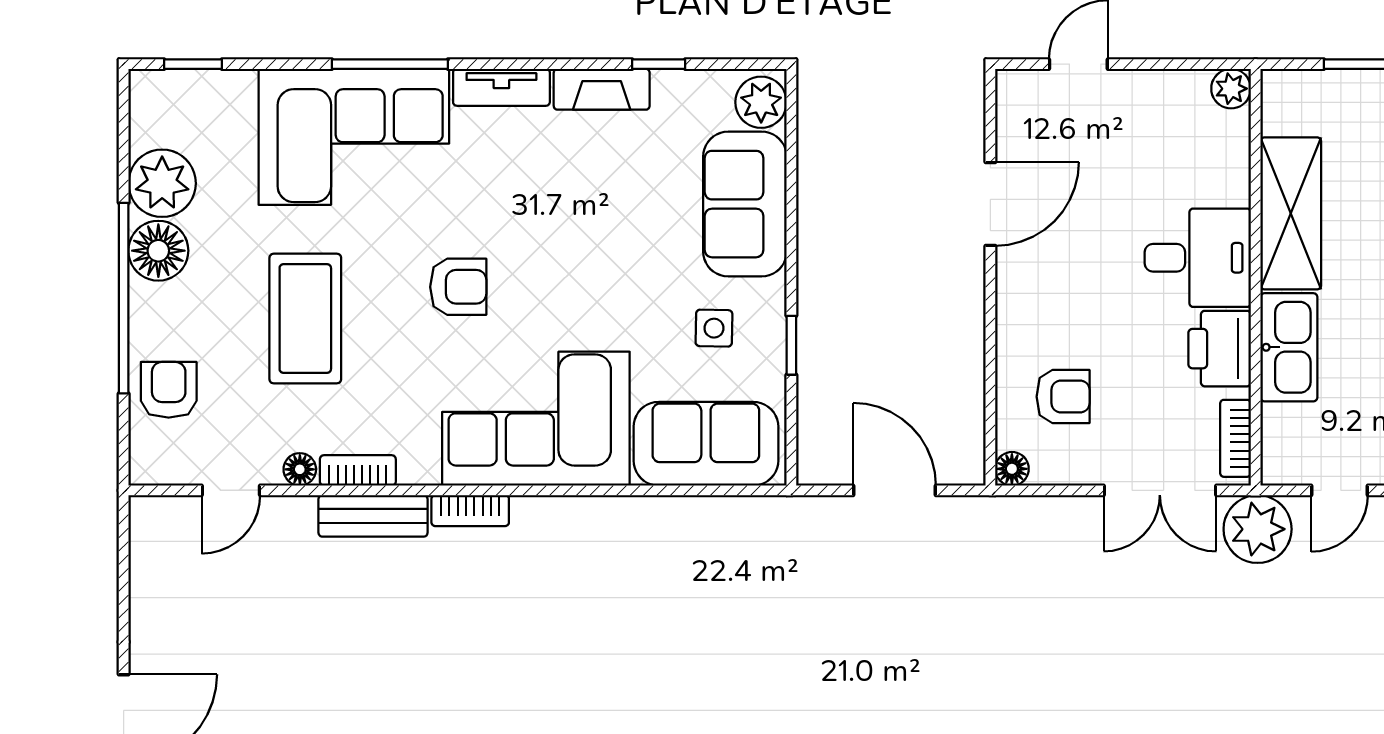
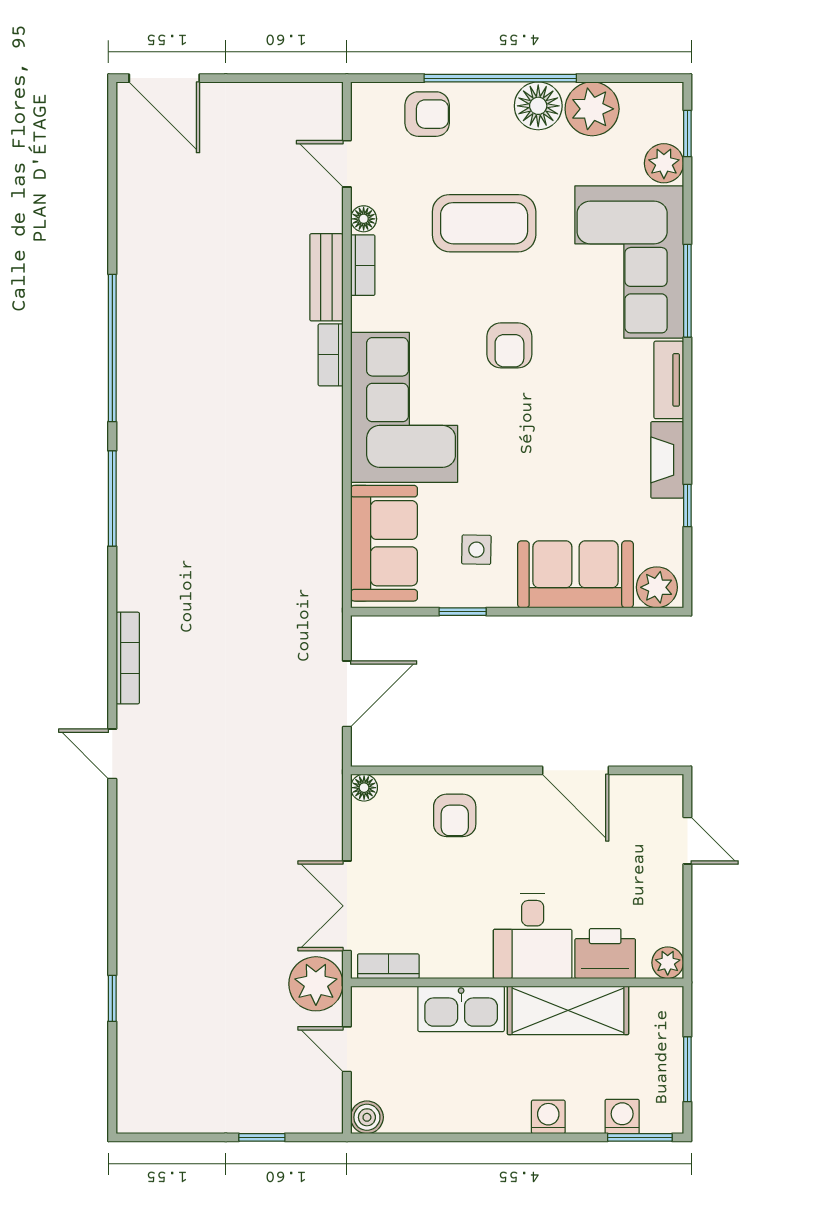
plant: (230, 93) -> (664, 163), added
printer: (1220, 349) -> (605, 954), moved
armchair: (1063, 397) -> (455, 815), moved

